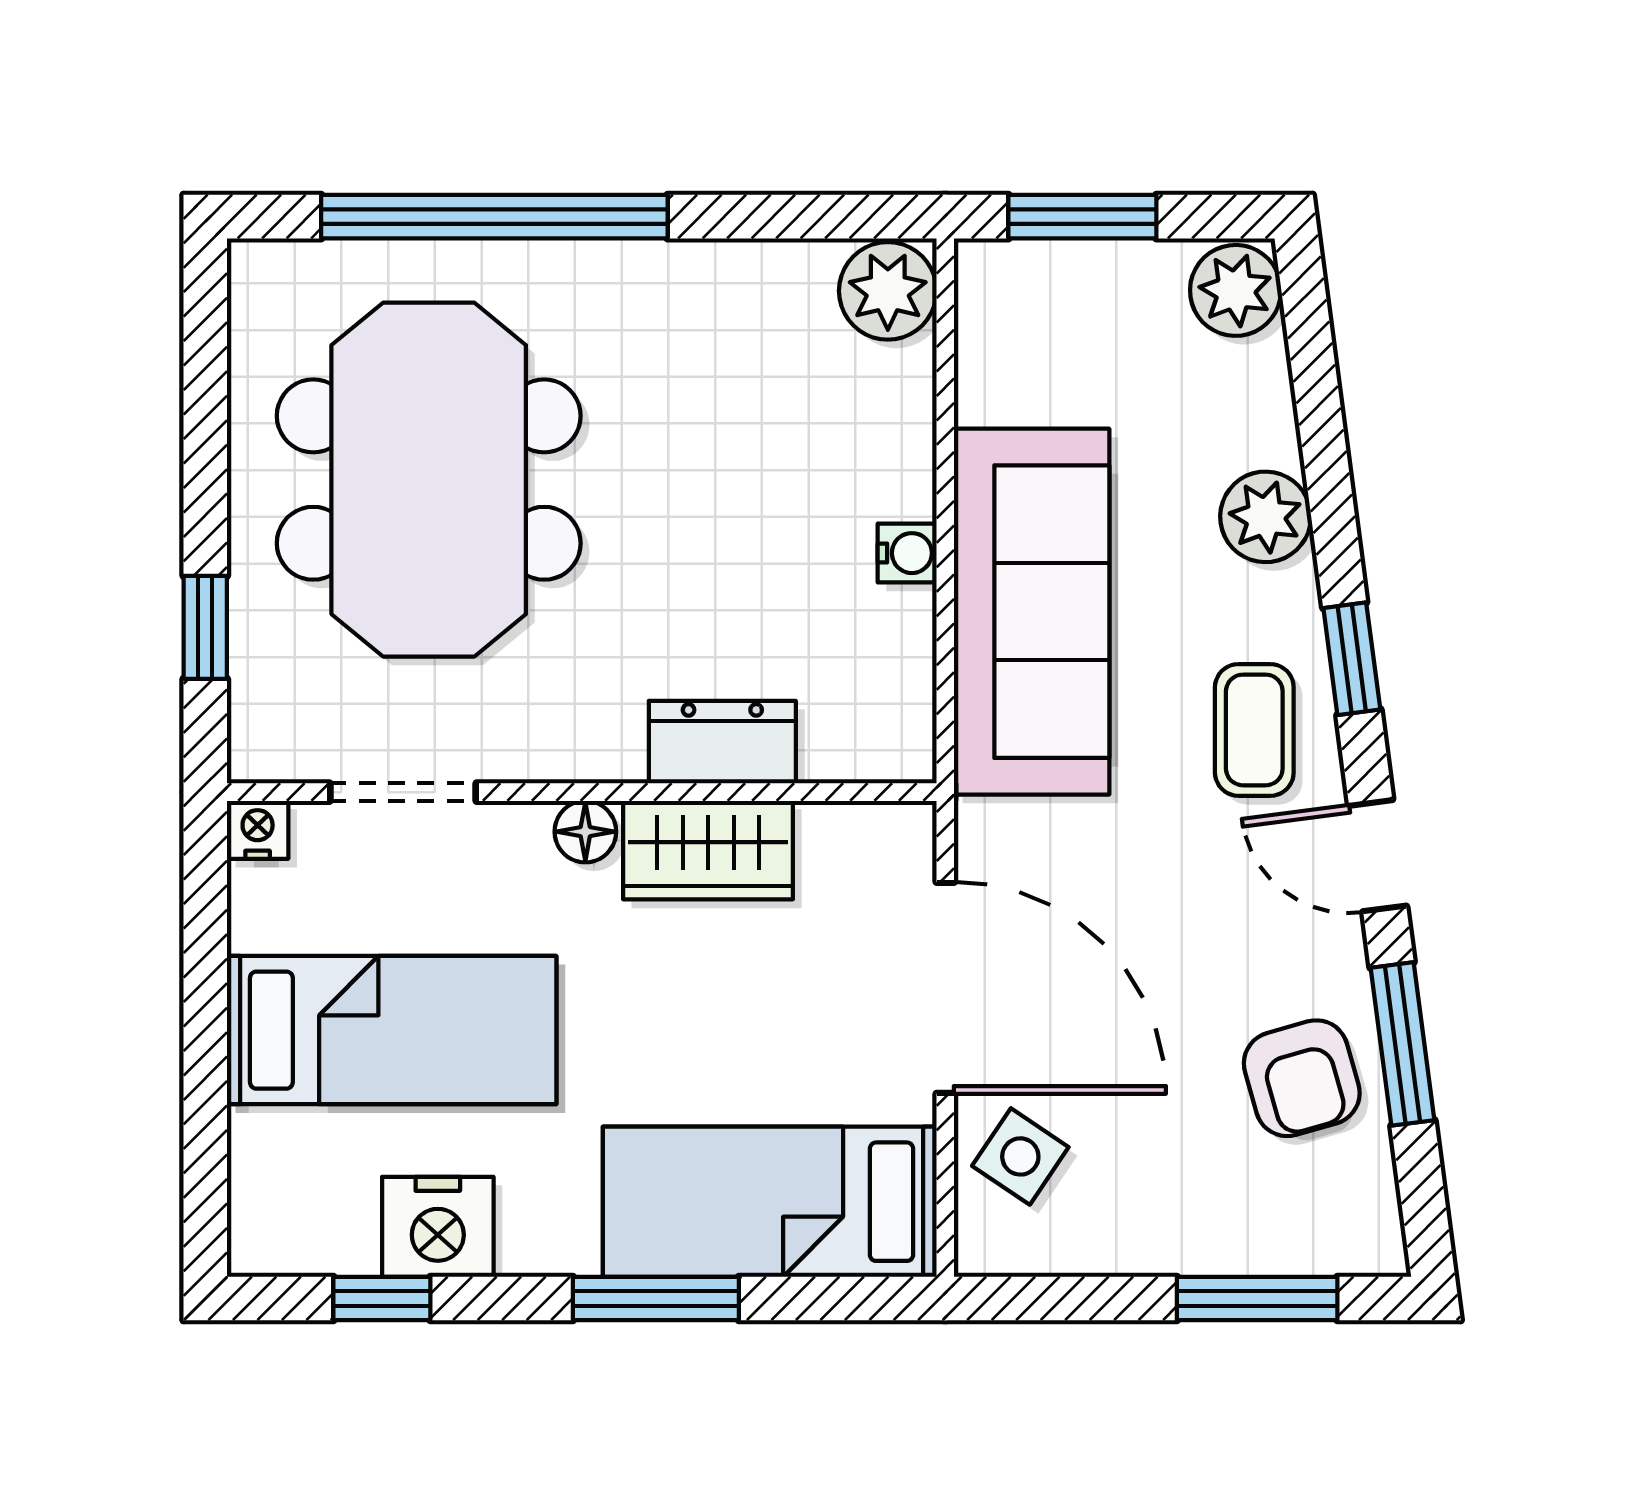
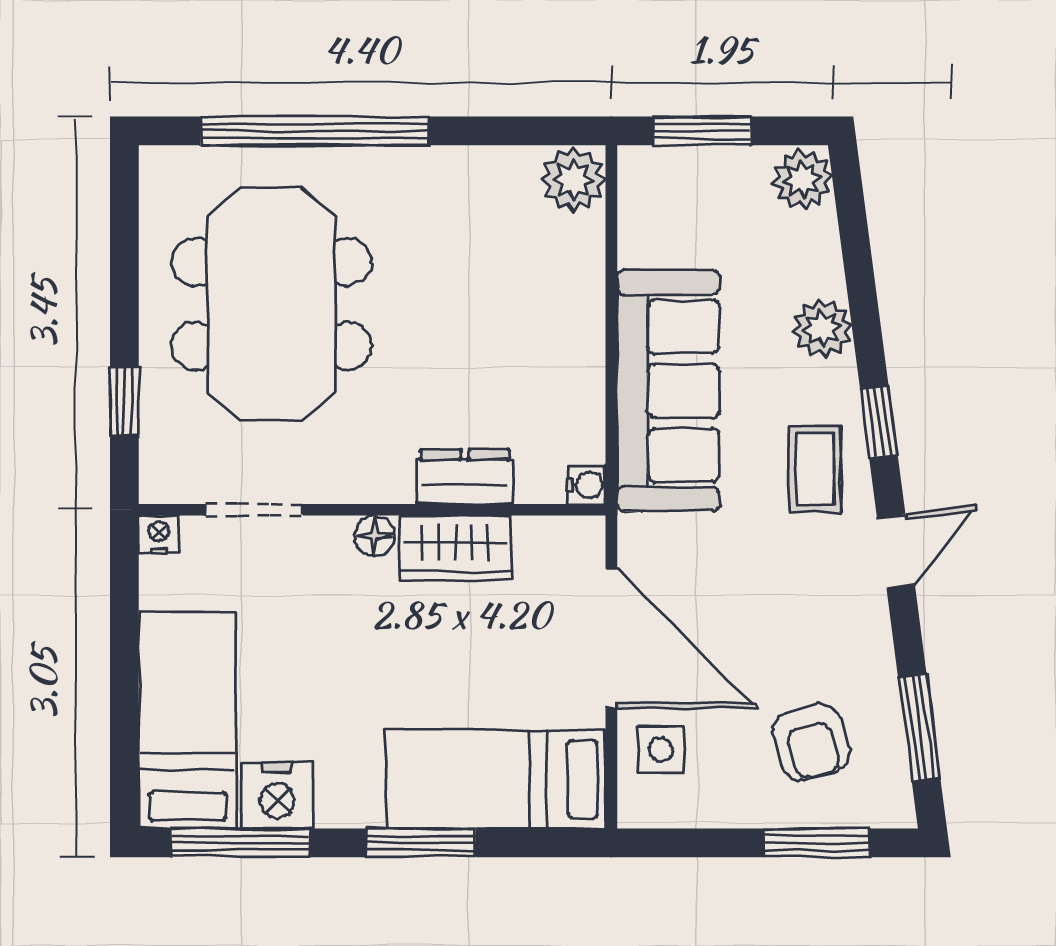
water cooler: (907, 553) -> (586, 485), moved
door: (1378, 856) -> (896, 552), swing flipped
bed: (392, 1030) -> (187, 720), moved, turned -90
window: (1402, 1044) -> (919, 728), moved
armchair: (1302, 1078) -> (811, 742), moved
side table: (1020, 1156) -> (661, 750), turned -34
window: (382, 1298) -> (241, 843), width x2.17

